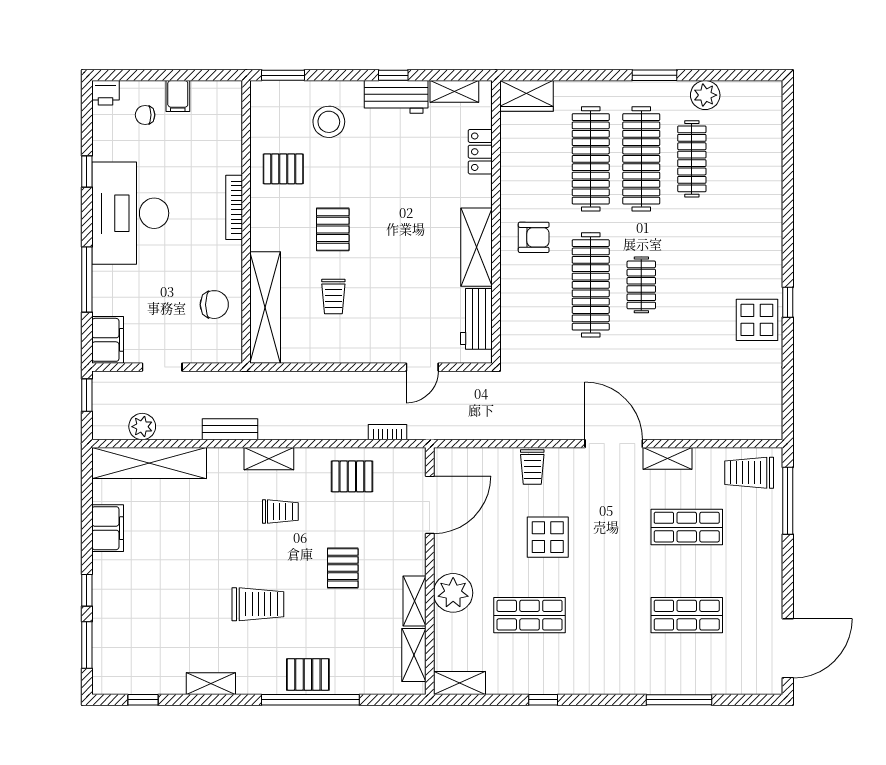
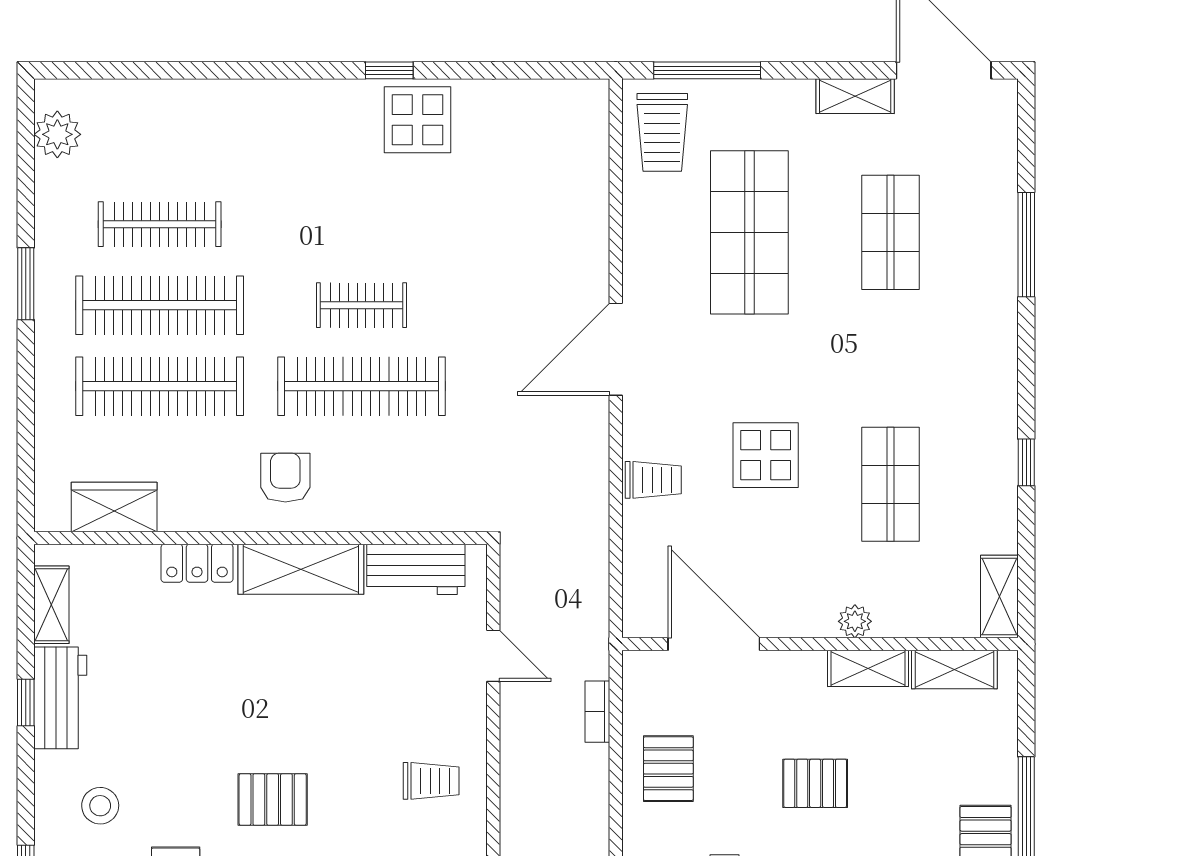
plant: (705, 95) -> (57, 134), moved
wardrobe: (526, 96) -> (114, 507), moved, turned -90
stool: (329, 122) -> (100, 806), width x0.73, depth x0.73
locker: (480, 152) -> (197, 563), moved
trolley: (333, 297) -> (431, 781), moved
shelving: (668, 458) -> (855, 96), moved, turned 90
shop shelf: (687, 527) -> (749, 232), width x1.43, depth x1.36
plant: (453, 593) -> (855, 621), width x0.53, depth x0.53

